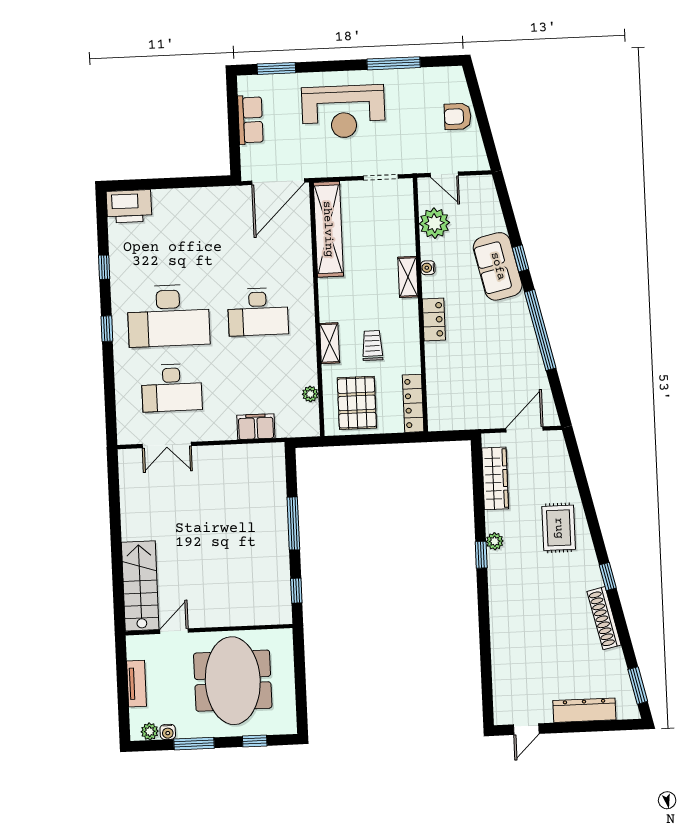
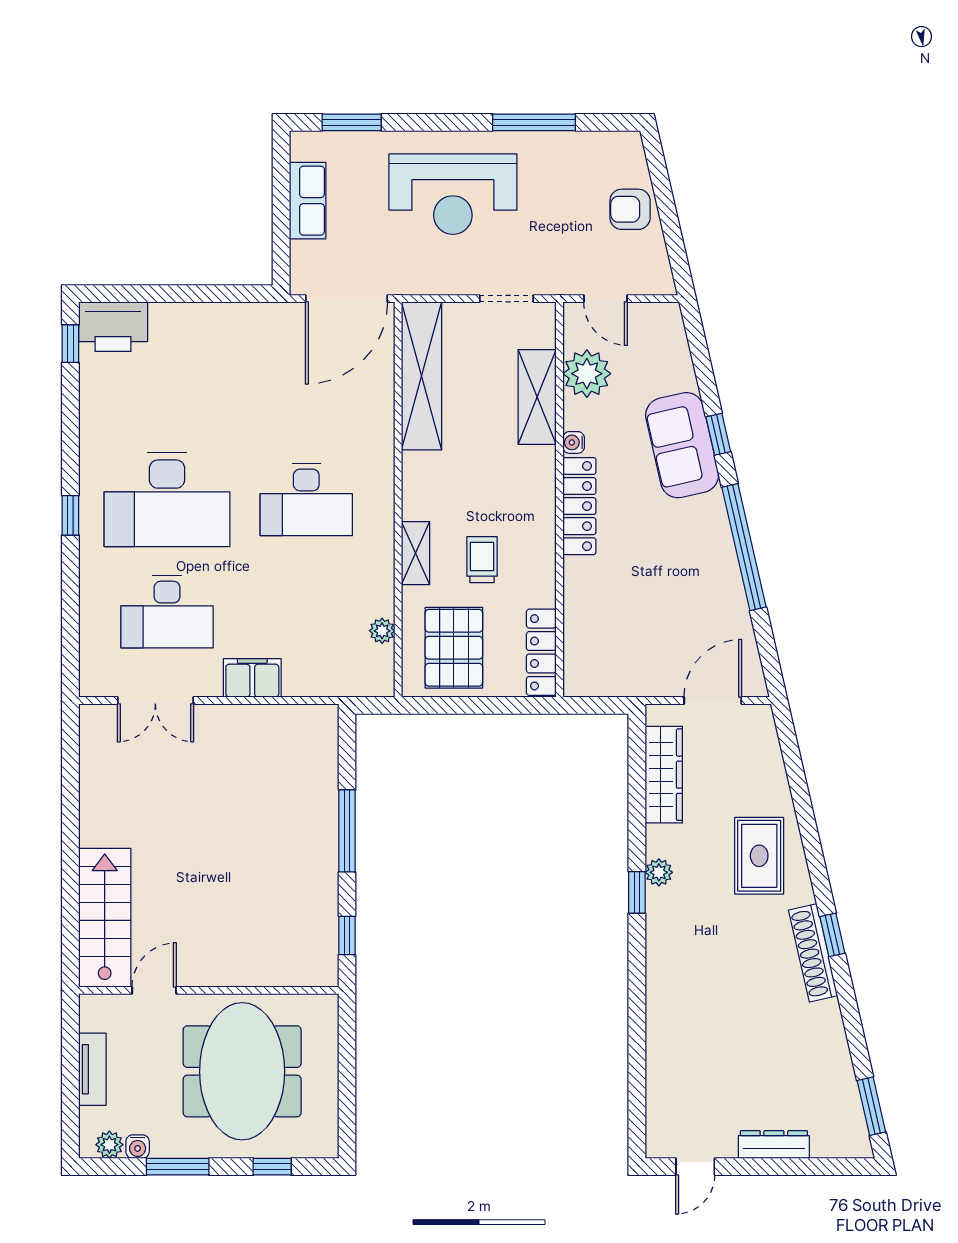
window: (104, 267) -> (70, 344), moved
shelving: (408, 277) -> (537, 397), moved, width x1.50, depth x1.33
locker: (434, 319) -> (579, 506), width x1.53
filing cabinet: (256, 427) -> (252, 678), moved
shoe rack: (604, 618) -> (813, 953), moved
dresser: (584, 710) -> (774, 1144), width x0.73, depth x0.80

